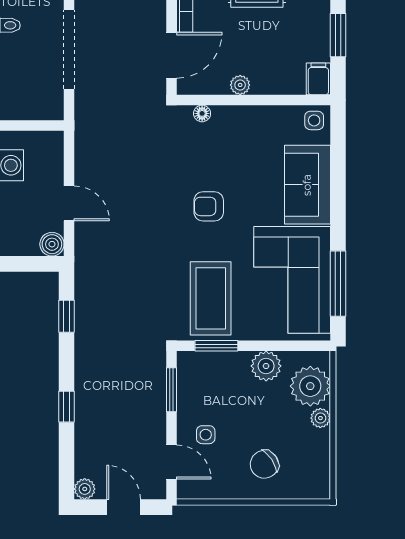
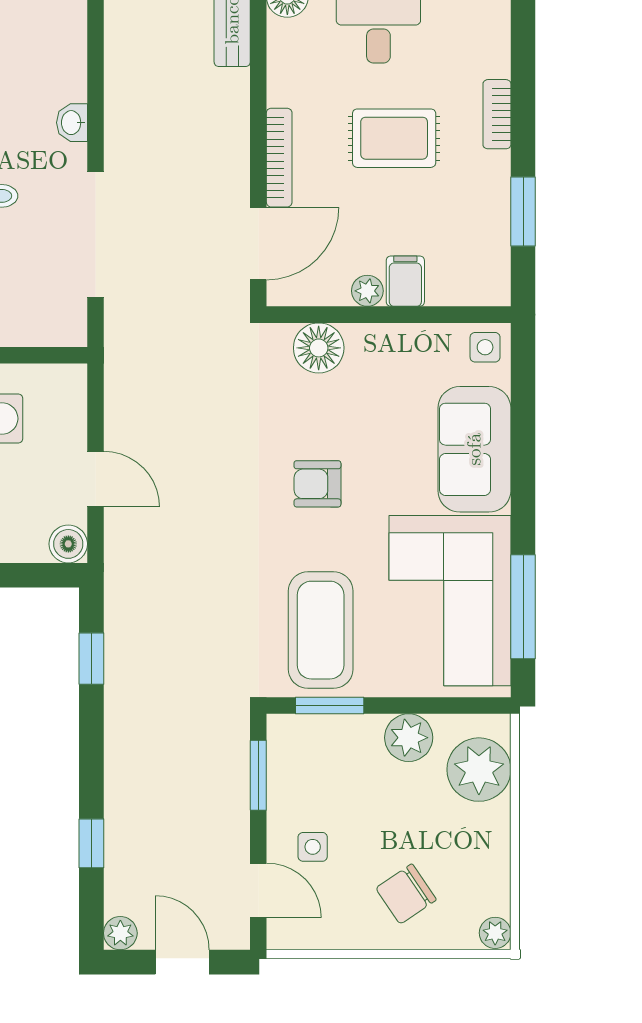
filing cabinet: (318, 79) -> (405, 281), moved
floor lamp: (202, 113) -> (319, 348), width x1.89, depth x1.89
window: (67, 407) -> (91, 843), moved
plant: (320, 418) -> (495, 933), moved

